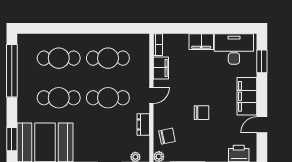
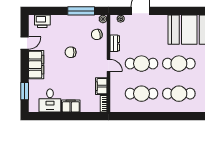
desk: (234, 49) -> (50, 101), width x0.73
door: (151, 95) -> (108, 65), swing flipped

